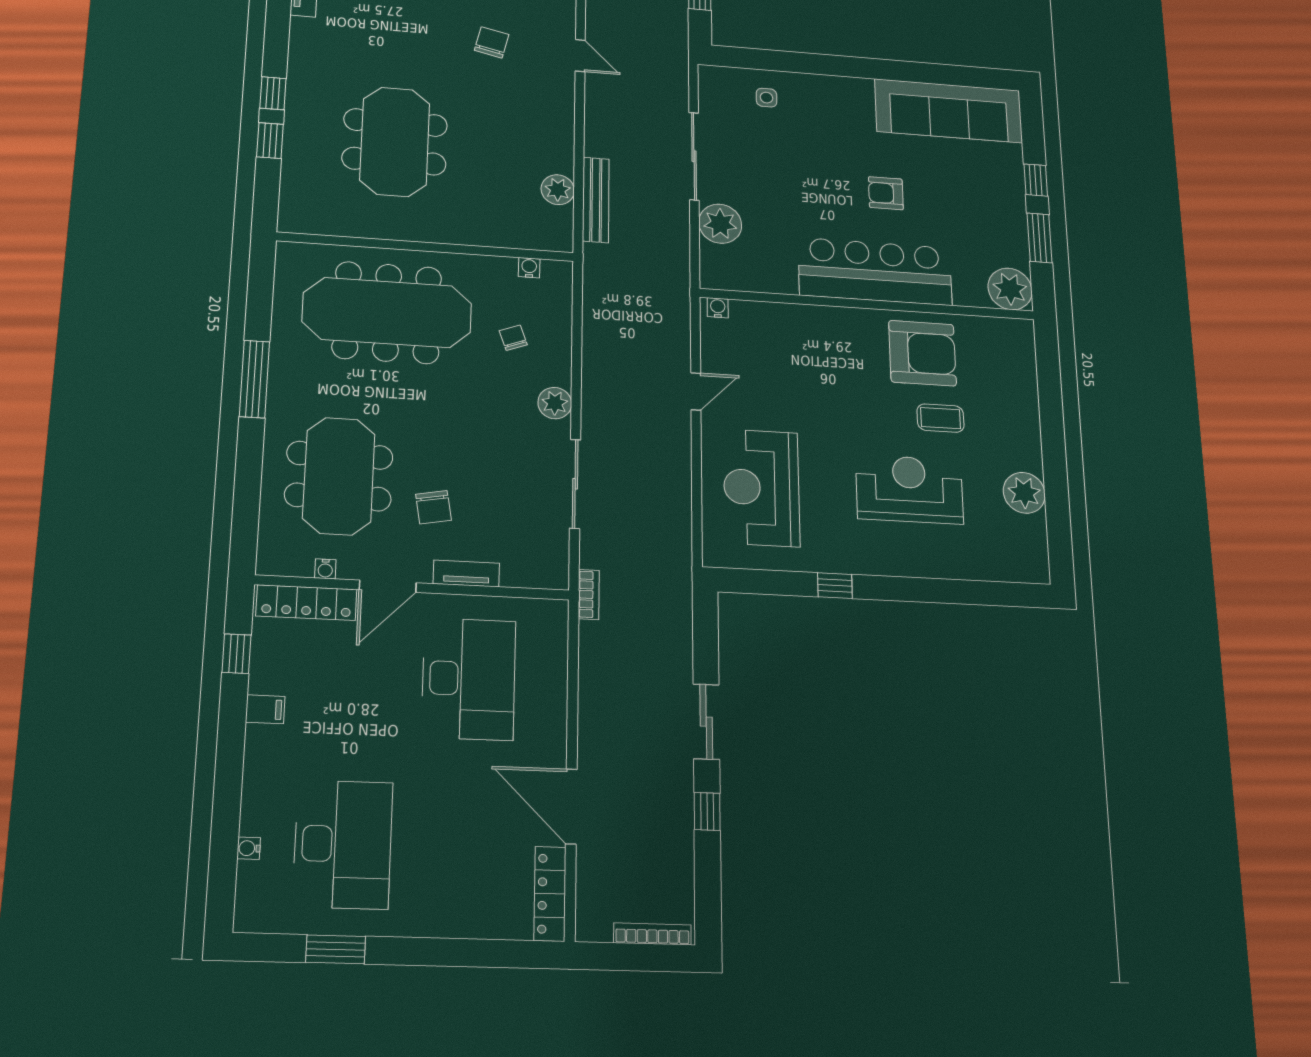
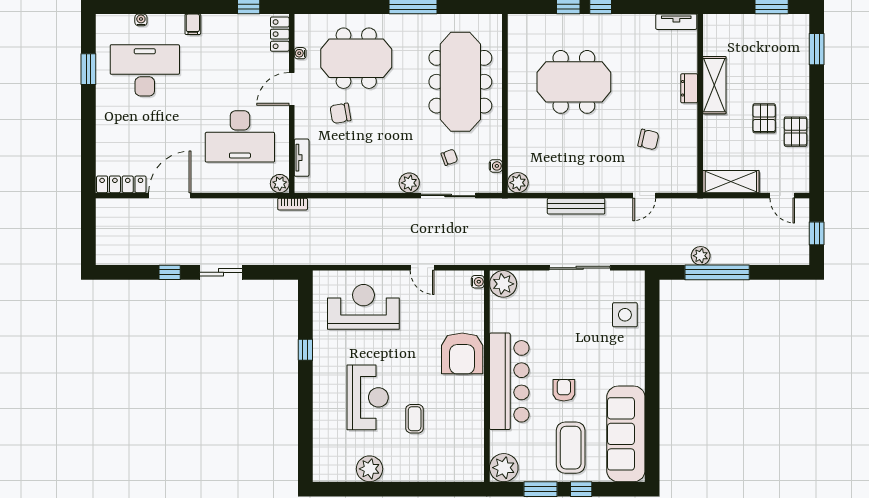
side table: (767, 98) -> (625, 315), width x1.87, depth x1.87
plant: (558, 190) -> (518, 183), moved
coffee table: (974, 190) -> (571, 448), added
bench: (596, 200) -> (576, 206), moved
plant: (720, 224) -> (503, 284), moved
armchair: (922, 353) -> (462, 353), moved
sliding door: (575, 484) -> (448, 196), moved
tv unit: (466, 573) -> (302, 158), moved
door: (388, 586) -> (292, 89), hinge flipped
locker: (306, 603) -> (280, 34), width x0.66
plant: (553, 614) -> (280, 184), added
filing cabinet: (265, 709) -> (193, 24), moved
desk: (343, 844) -> (145, 70), turned 180
bookcase: (652, 934) -> (101, 241), removed

